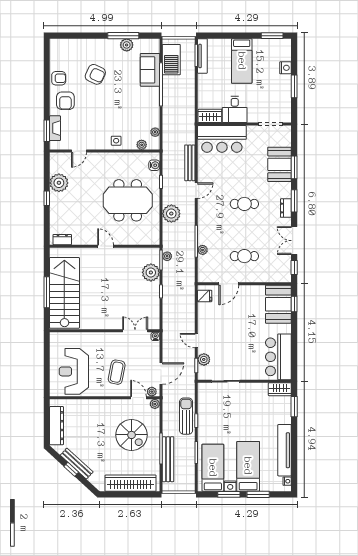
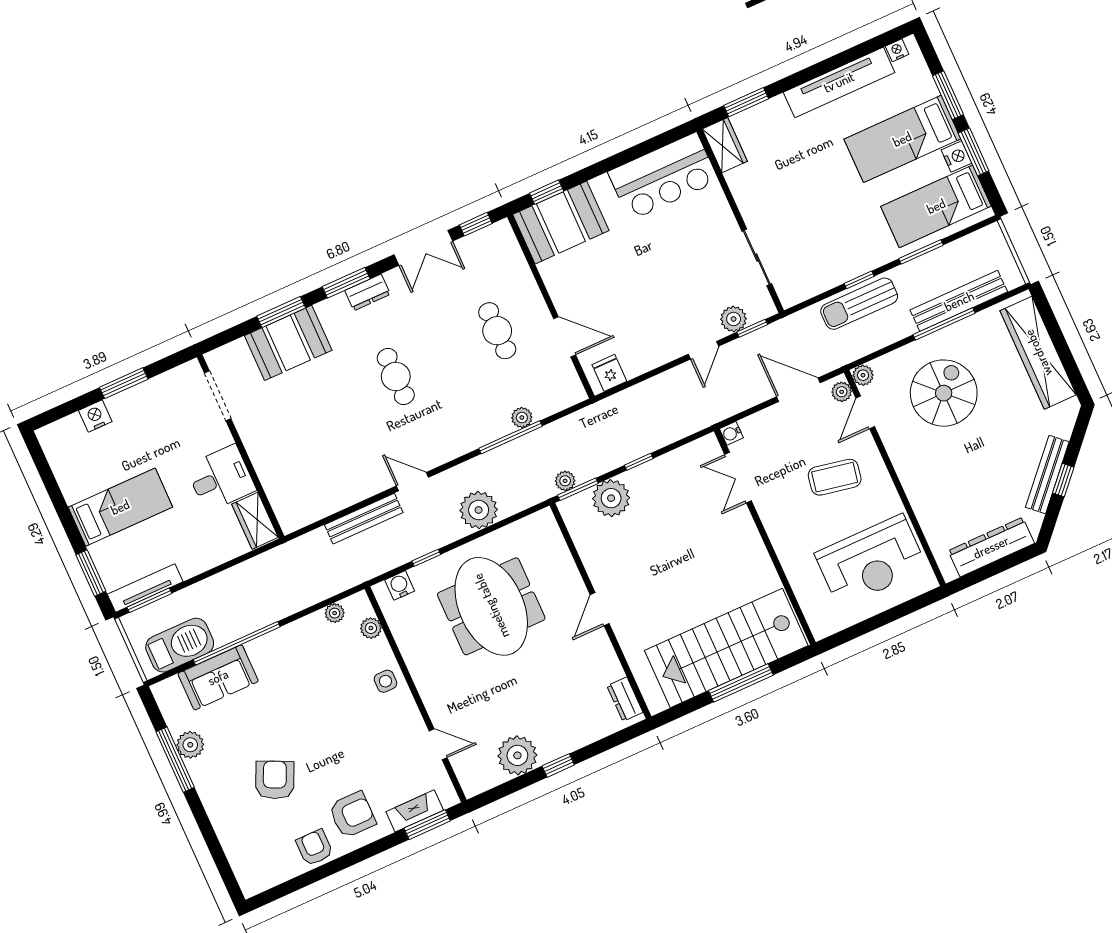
window: (272, 36) -> (91, 573), moved
bar counter: (222, 139) -> (289, 477), removed

